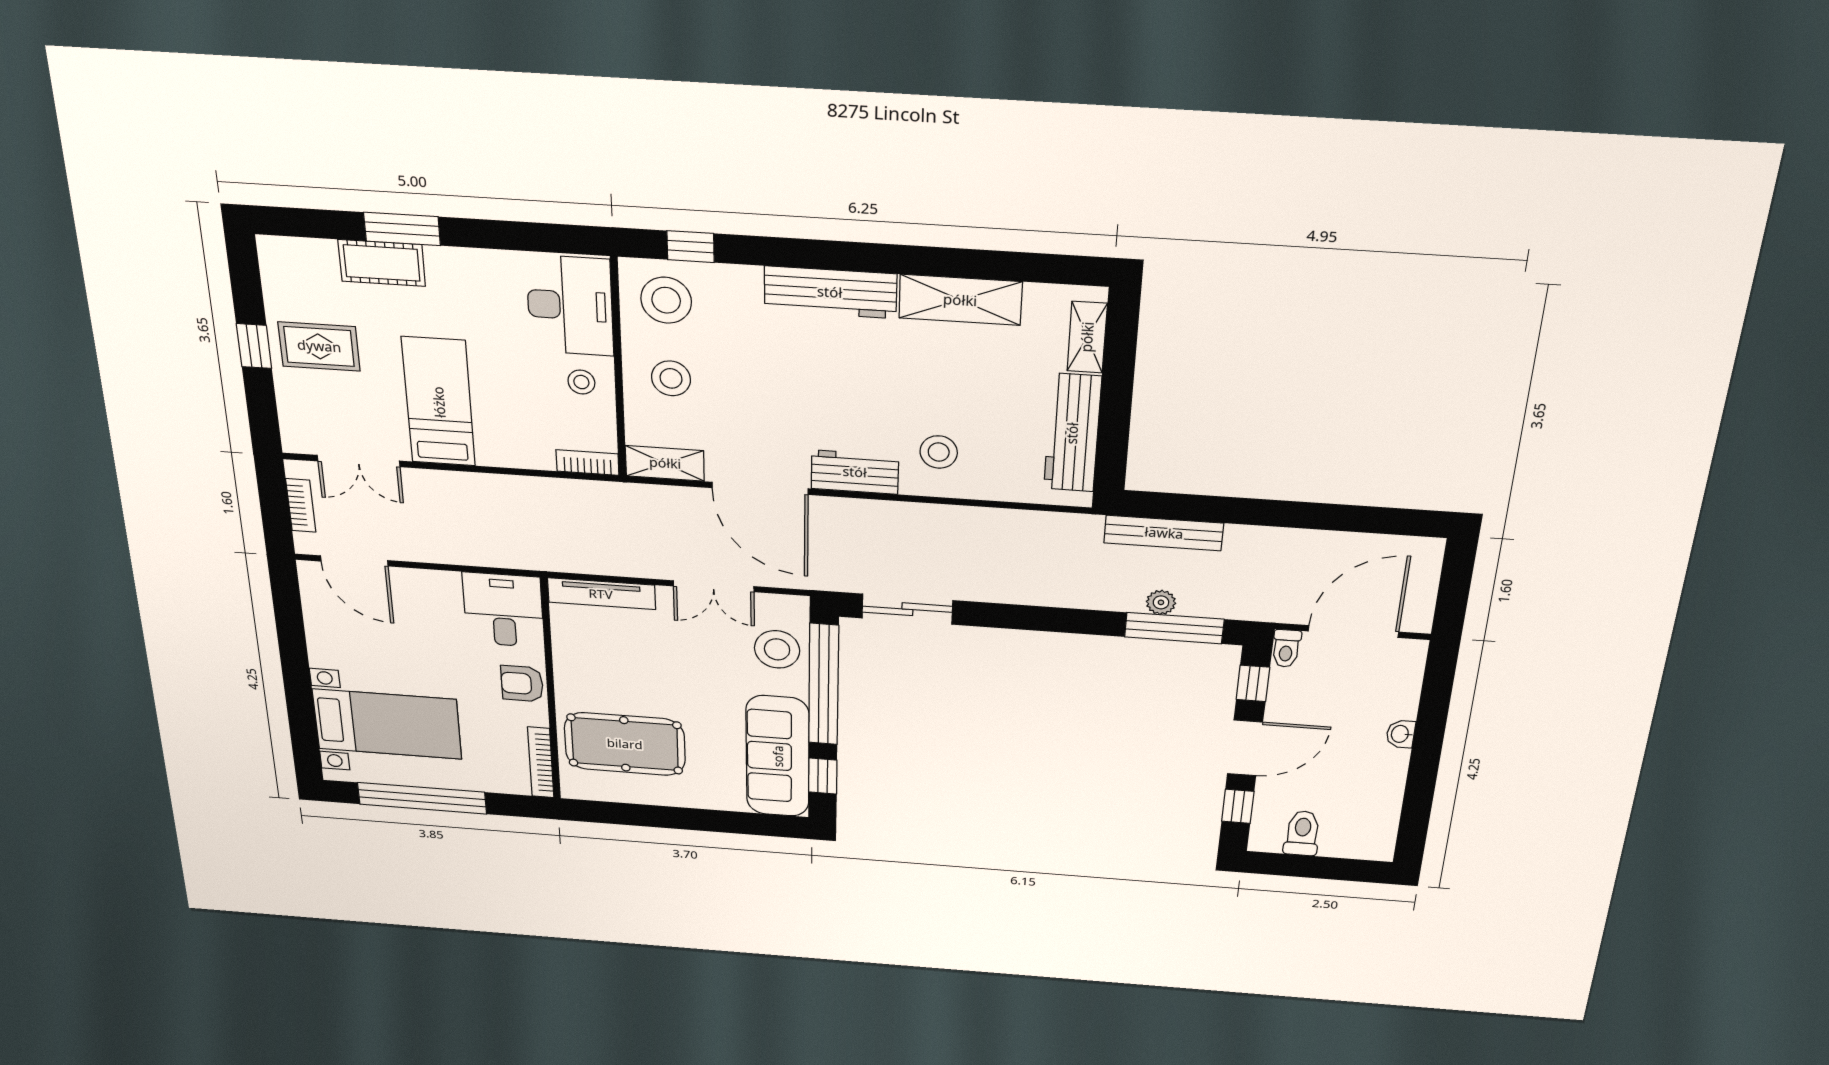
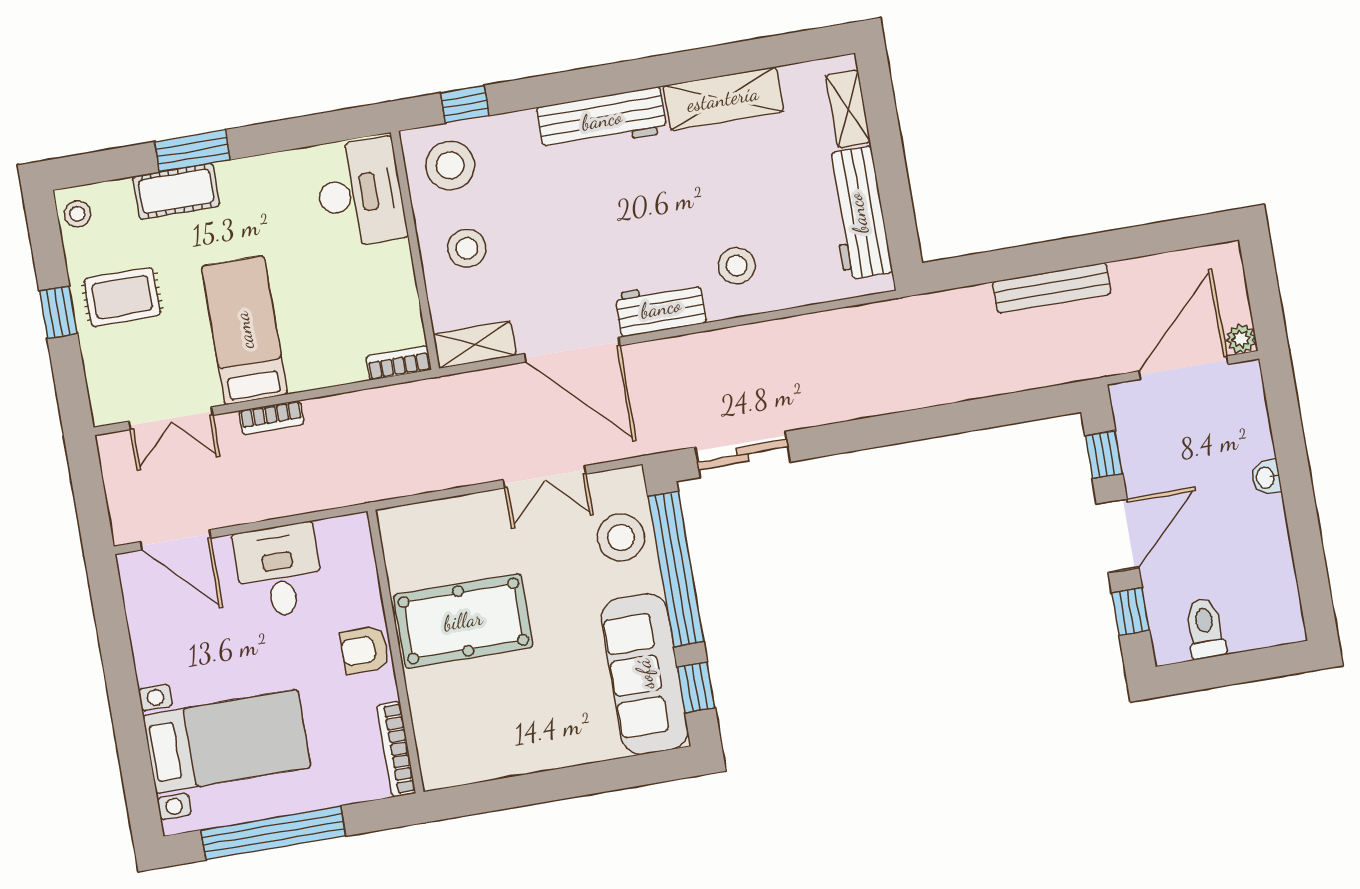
stool: (581, 382) -> (77, 214), moved
bookcase: (301, 505) -> (271, 418), moved, turned 90
bench: (1164, 533) -> (1052, 288), moved
tv unit: (601, 594) -> (433, 515), removed
plant: (1161, 602) -> (1241, 339), moved
desk: (503, 610) -> (279, 571), moved
window: (1174, 628) -> (1010, 409), removed
toilet: (1286, 648) -> (1125, 404), removed
pool table: (625, 744) -> (463, 621), moved

